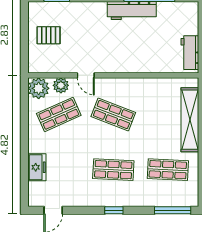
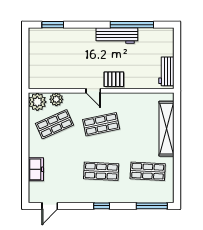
pallet: (49, 35) -> (114, 79), moved
door: (86, 75) -> (93, 91), moved
shop shelf: (113, 114) -> (101, 124), turned -33

